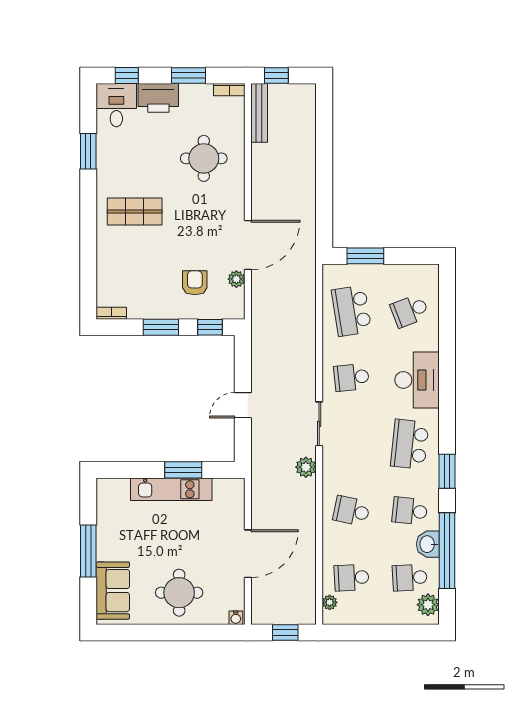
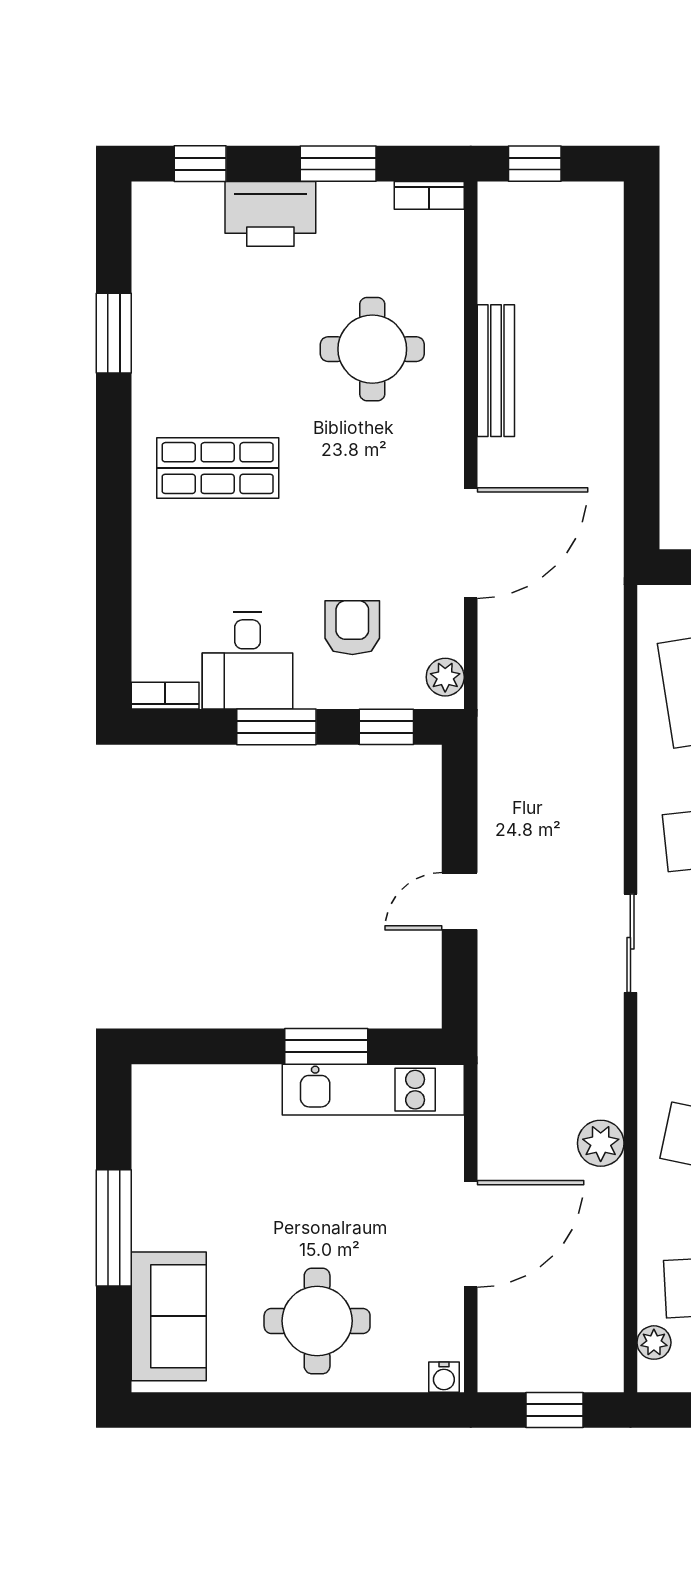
desk: (116, 105) -> (248, 661), moved, turned 180
bench: (259, 113) -> (496, 371), moved
plant: (236, 279) -> (445, 677), moved
plant: (306, 467) -> (601, 1143), moved
kitchen unit: (171, 489) -> (373, 1090), moved

